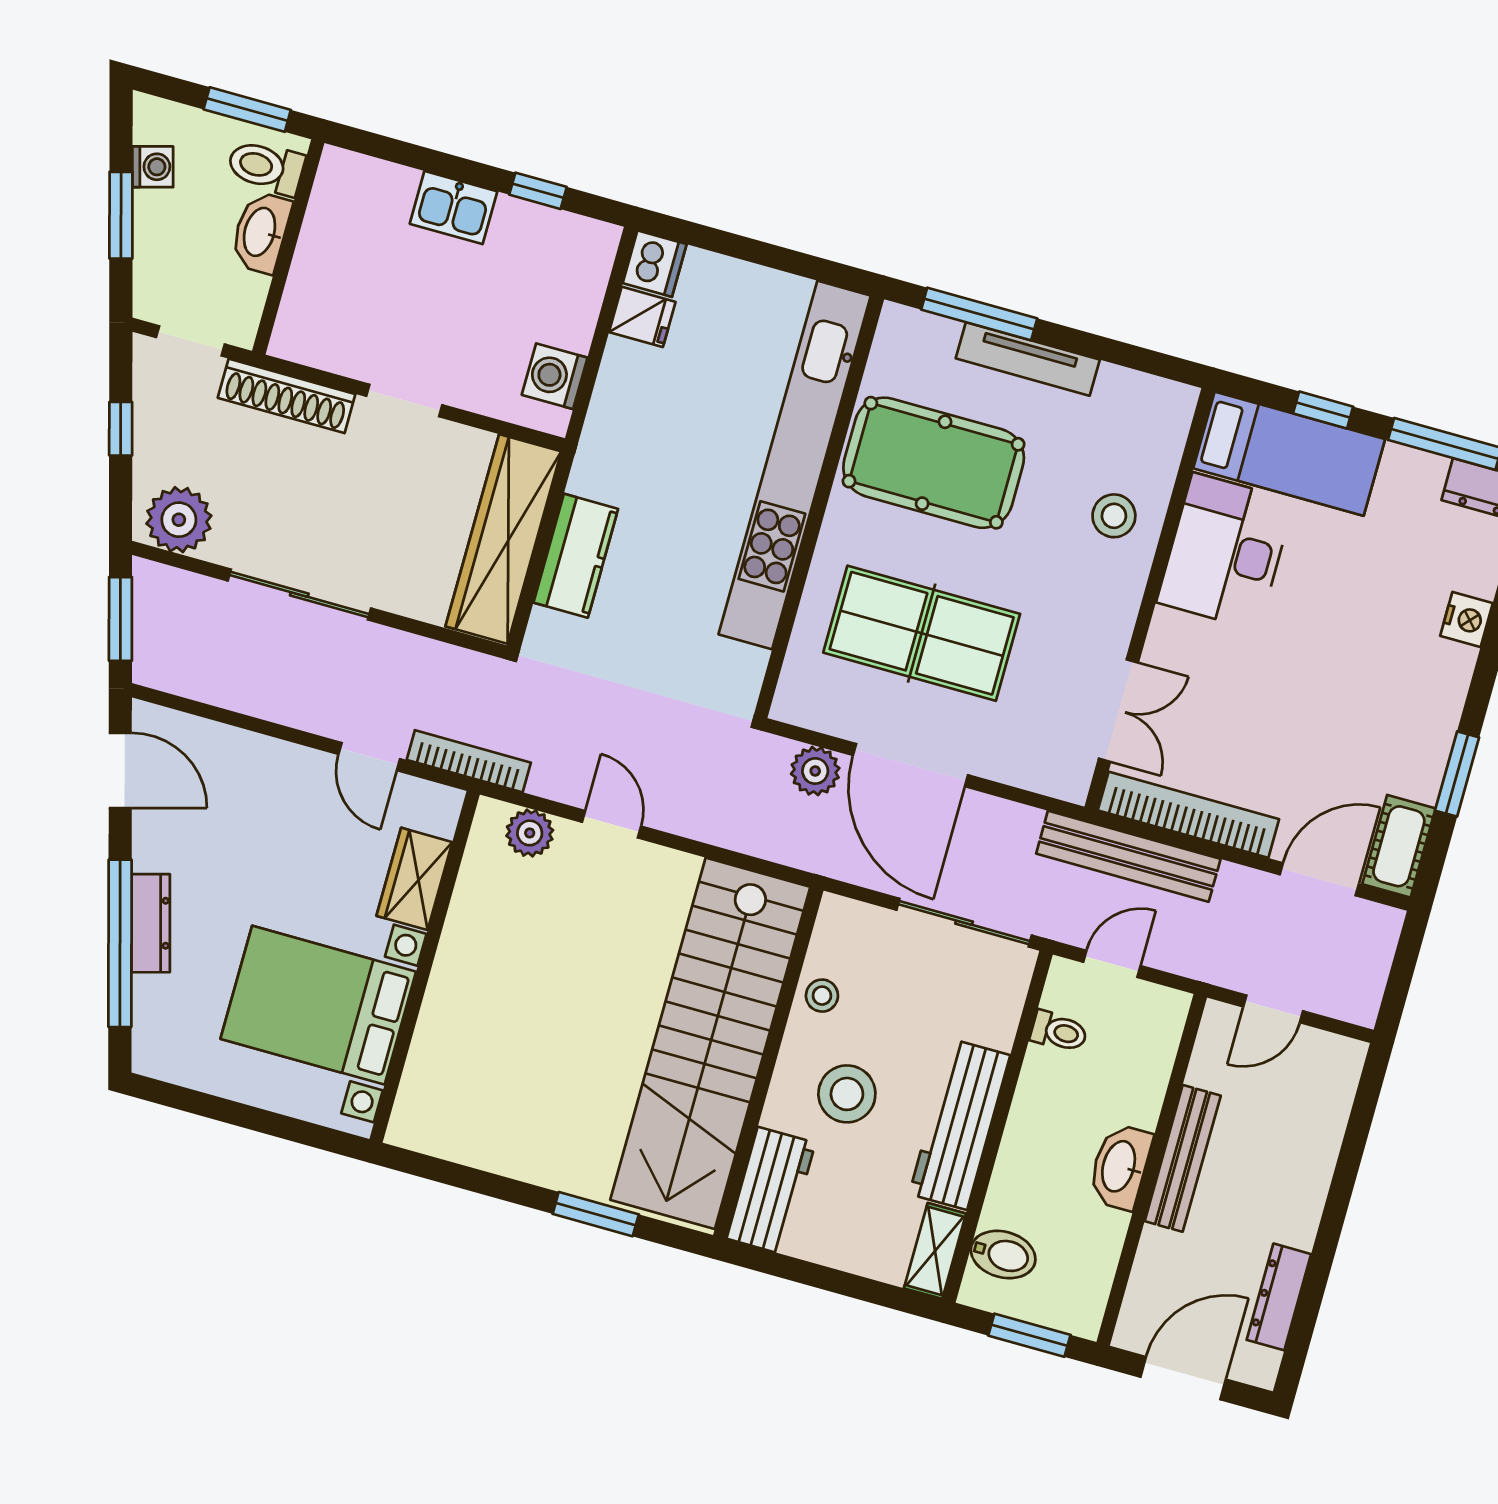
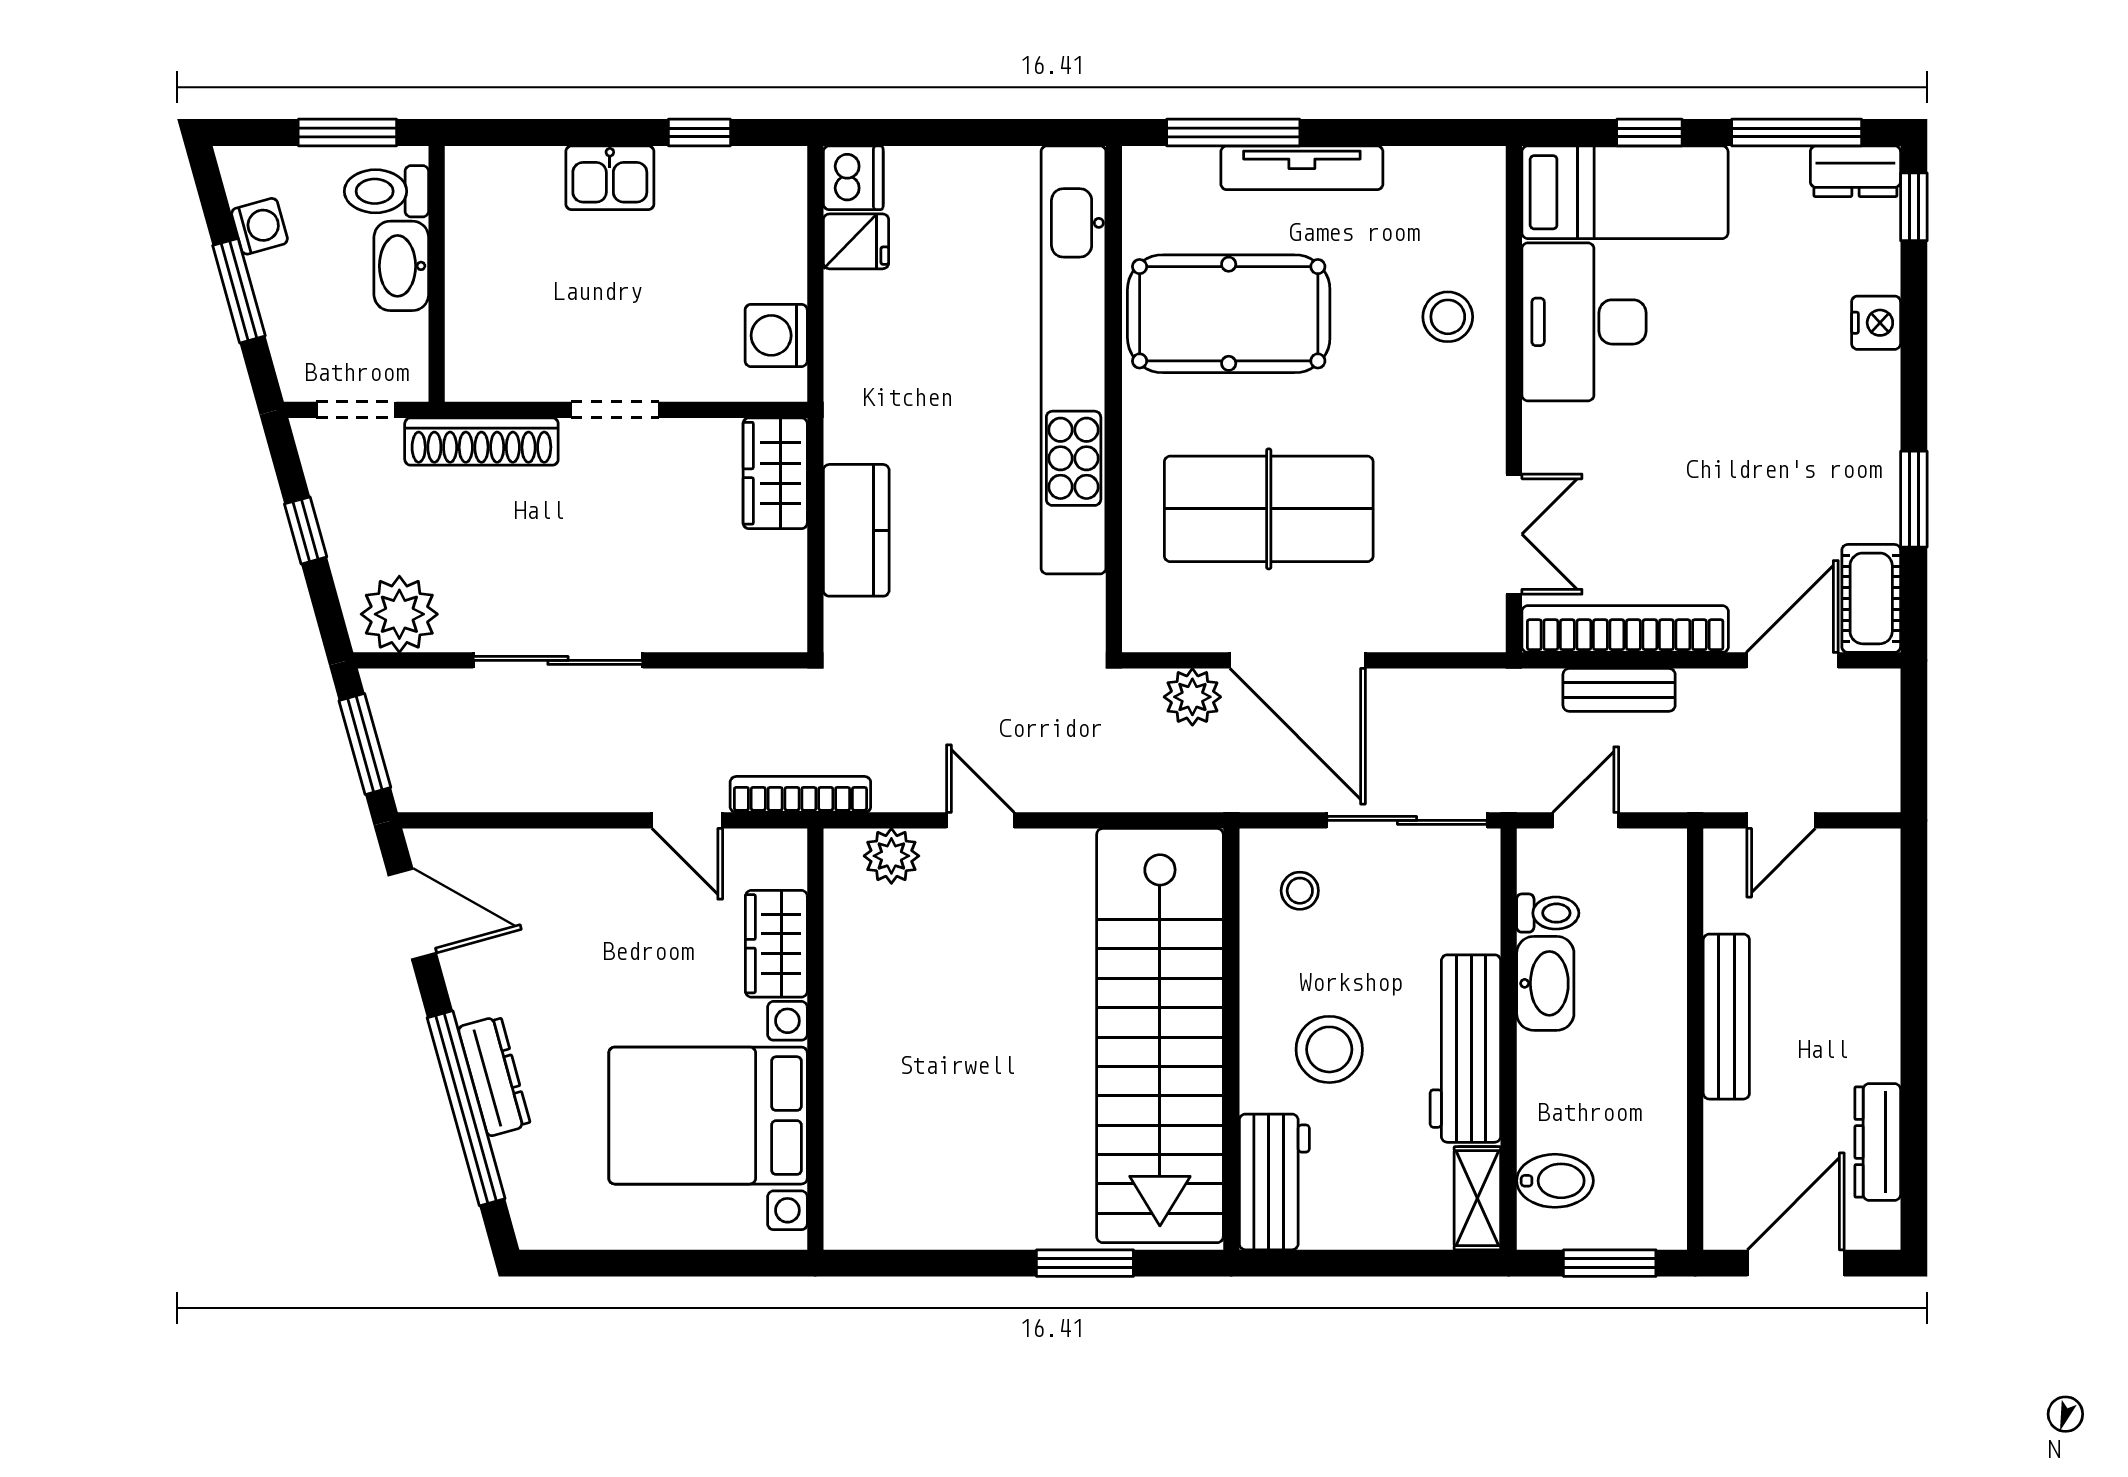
wardrobe: (503, 539) -> (775, 473), width x0.48, depth x0.85
bench: (1128, 856) -> (1619, 690), width x0.54, depth x0.82
stool: (822, 996) -> (1300, 891), moved
washbasin: (1120, 1167) -> (1545, 983), moved, turned 180

